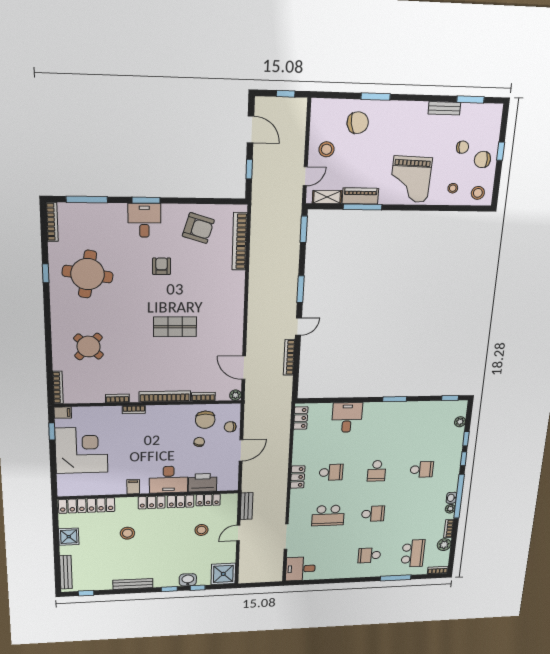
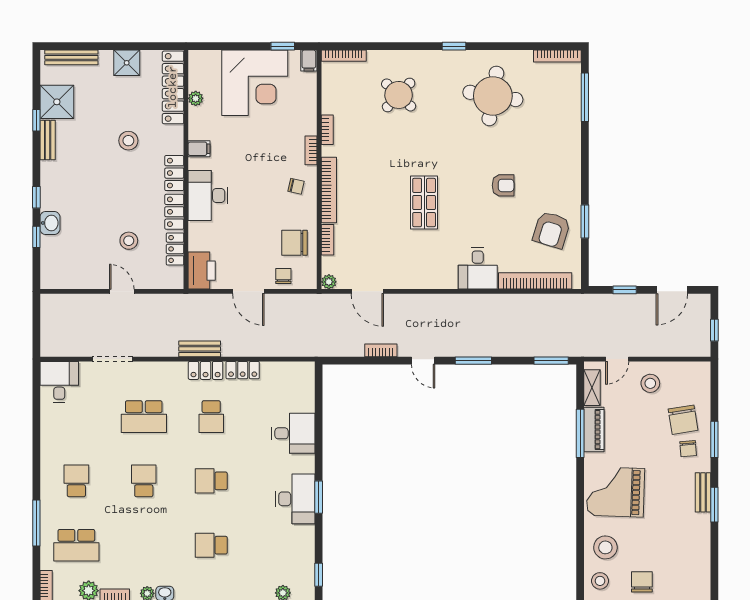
window: (470, 99) -> (714, 505), moved
bench: (444, 108) -> (703, 492), moved
chair: (463, 147) -> (688, 449), moved
door: (305, 176) -> (617, 359), hinge flipped
stool: (453, 188) -> (605, 547), width x1.89, depth x1.89
window: (146, 200) -> (585, 222), moved
desk: (144, 220) -> (478, 268), moved, turned 90
window: (46, 273) -> (454, 46), moved
bookcase: (289, 357) -> (381, 350), width x0.64
door: (244, 368) -> (367, 291), swing flipped
desk: (394, 415) -> (295, 499), added
locker: (301, 418) -> (243, 370), moved
chair: (199, 442) -> (296, 186), moved
school desk: (422, 469) -> (211, 545), turned 90
printer: (203, 483) -> (202, 271), moved
plant: (95, 490) -> (196, 98), added
bench: (247, 506) -> (200, 349), moved
school desk: (373, 514) -> (144, 481), turned 180
school desk: (328, 516) -> (144, 417), turned -90
shower: (223, 574) -> (57, 102), moved
bench: (133, 584) -> (48, 140), width x0.73
window: (86, 593) -> (36, 120), moved

